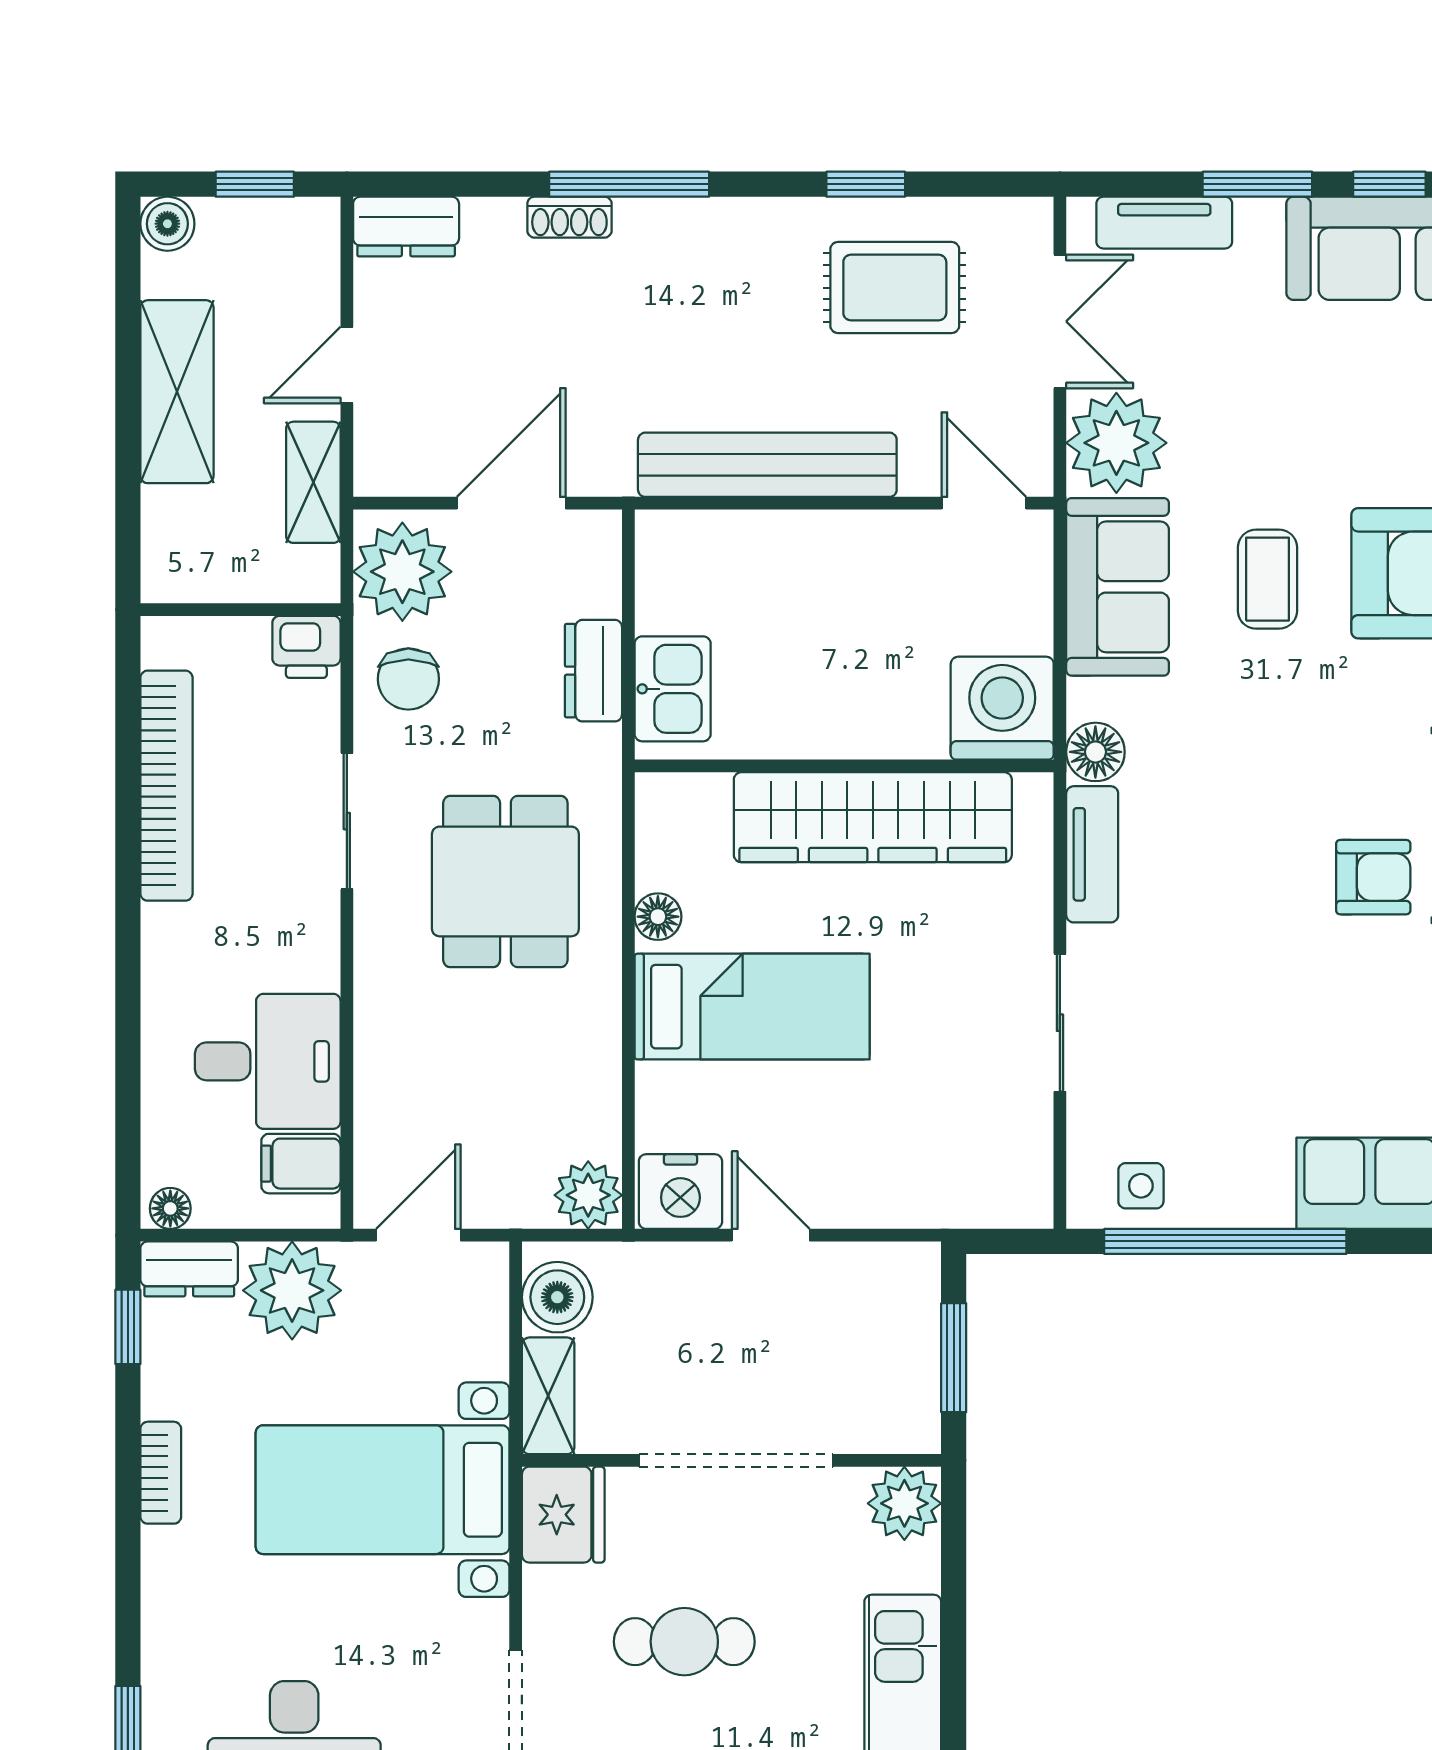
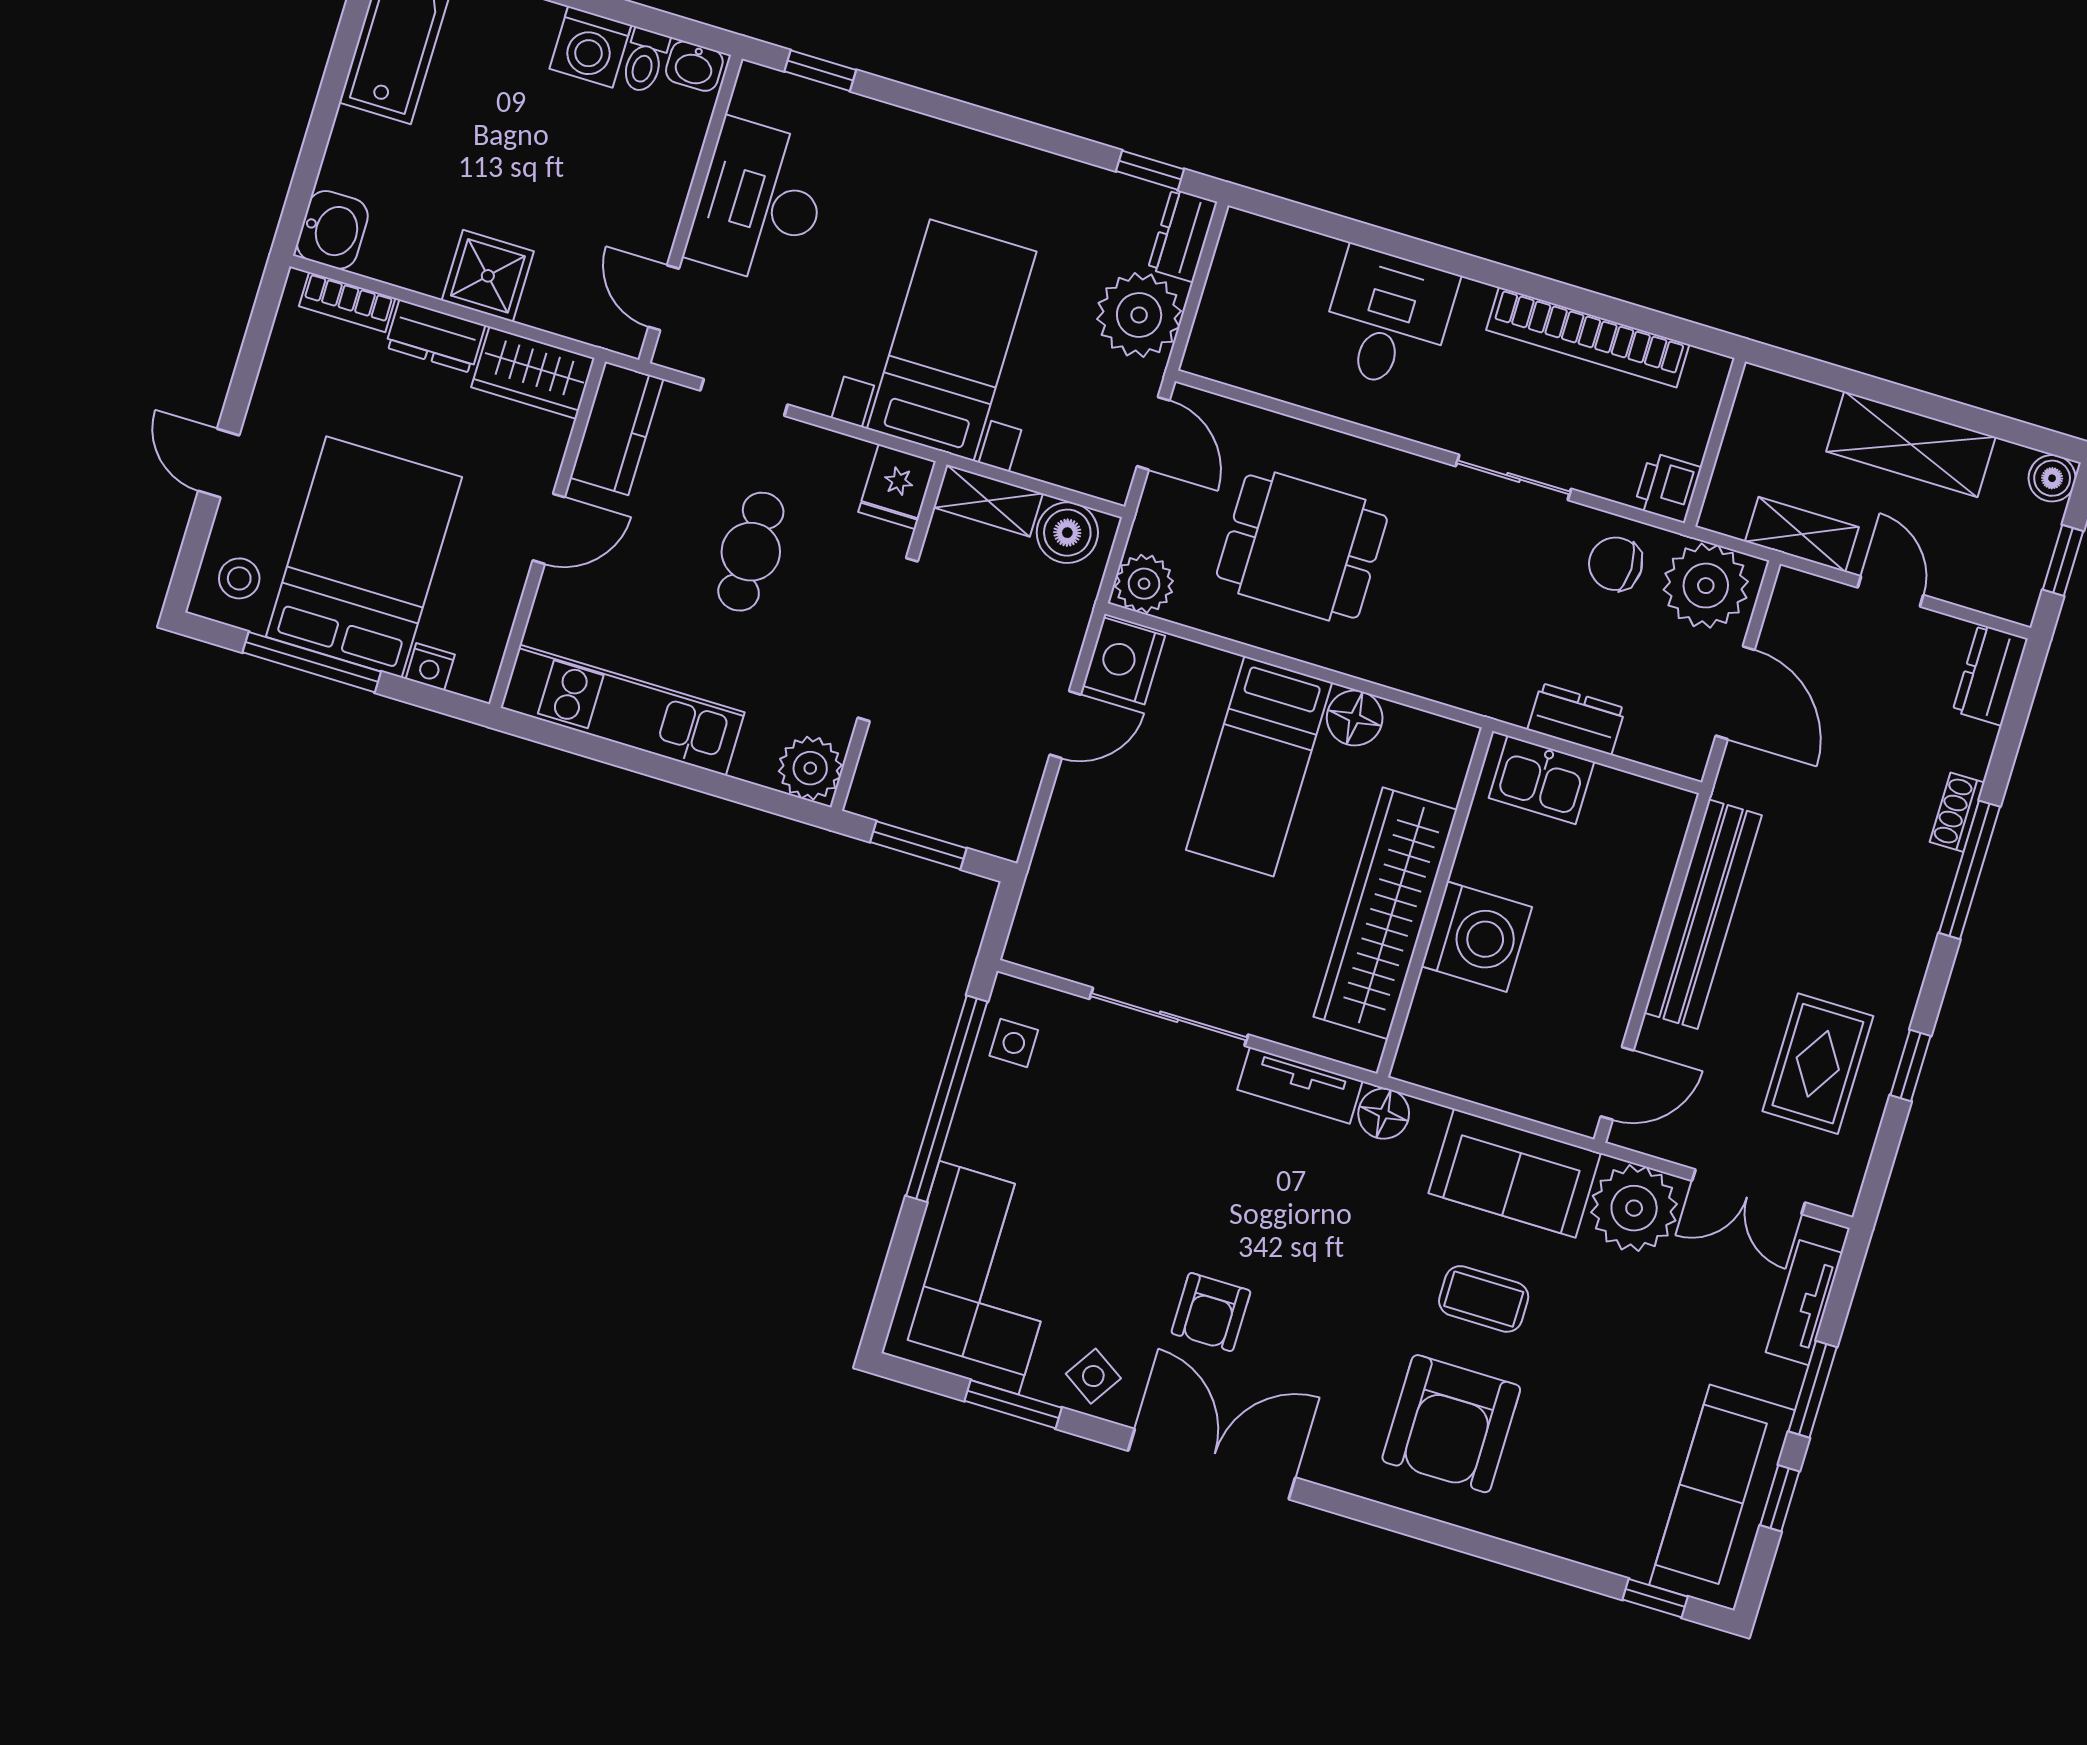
washing machine: (1002, 708) -> (1477, 937), moved
dining table: (505, 881) -> (1302, 547), moved
floor lamp: (658, 917) -> (1355, 718), width x1.37, depth x1.37
sliding door: (1060, 1023) -> (1169, 1017), width x1.37
desk: (268, 1061) -> (1388, 319), moved, turned 180
filing cabinet: (301, 1164) -> (1242, 354), removed
floor lamp: (170, 1208) -> (1237, 235), removed
bookcase: (161, 1473) -> (1021, 161), removed
fridge: (563, 1515) -> (897, 487), width x0.72

